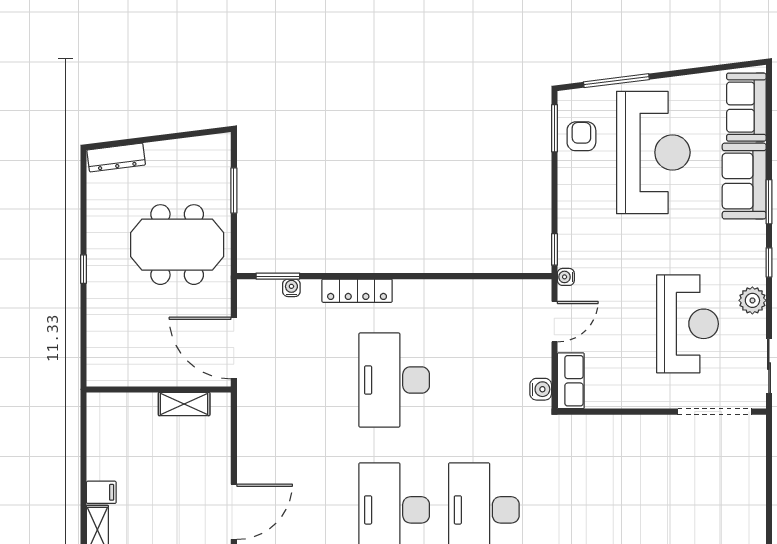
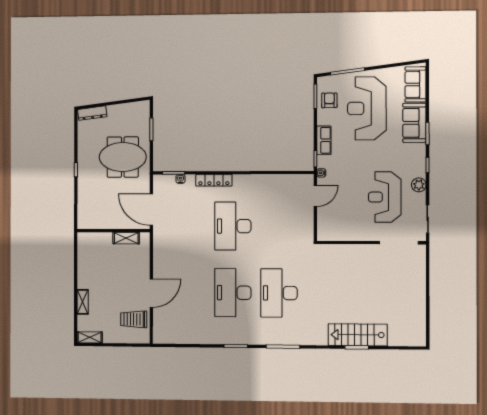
reception desk: (653, 152) -> (367, 108), turned 180
reception desk: (688, 324) -> (385, 197), turned 180
row of seats: (571, 381) -> (324, 140), moved
water cooler: (541, 389) -> (308, 231), removed
filing cabinet: (101, 492) -> (85, 283), removed

